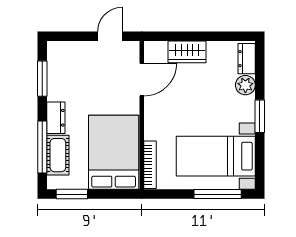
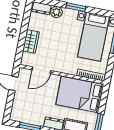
door: (142, 79) -> (42, 70), swing flipped

